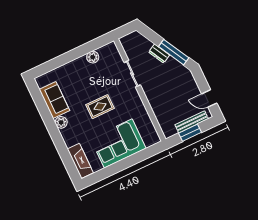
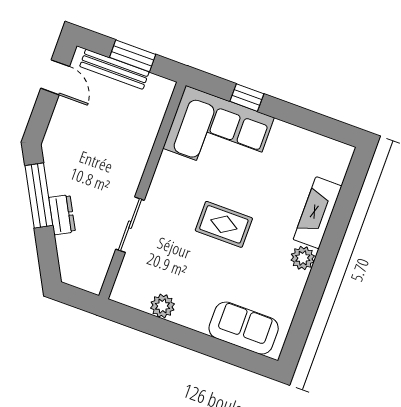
sofa: (54, 100) -> (244, 328), moved, turned 90
corner sofa: (118, 143) -> (219, 133), moved
window: (136, 158) -> (247, 98), added
fireplace: (80, 161) -> (317, 213), moved

